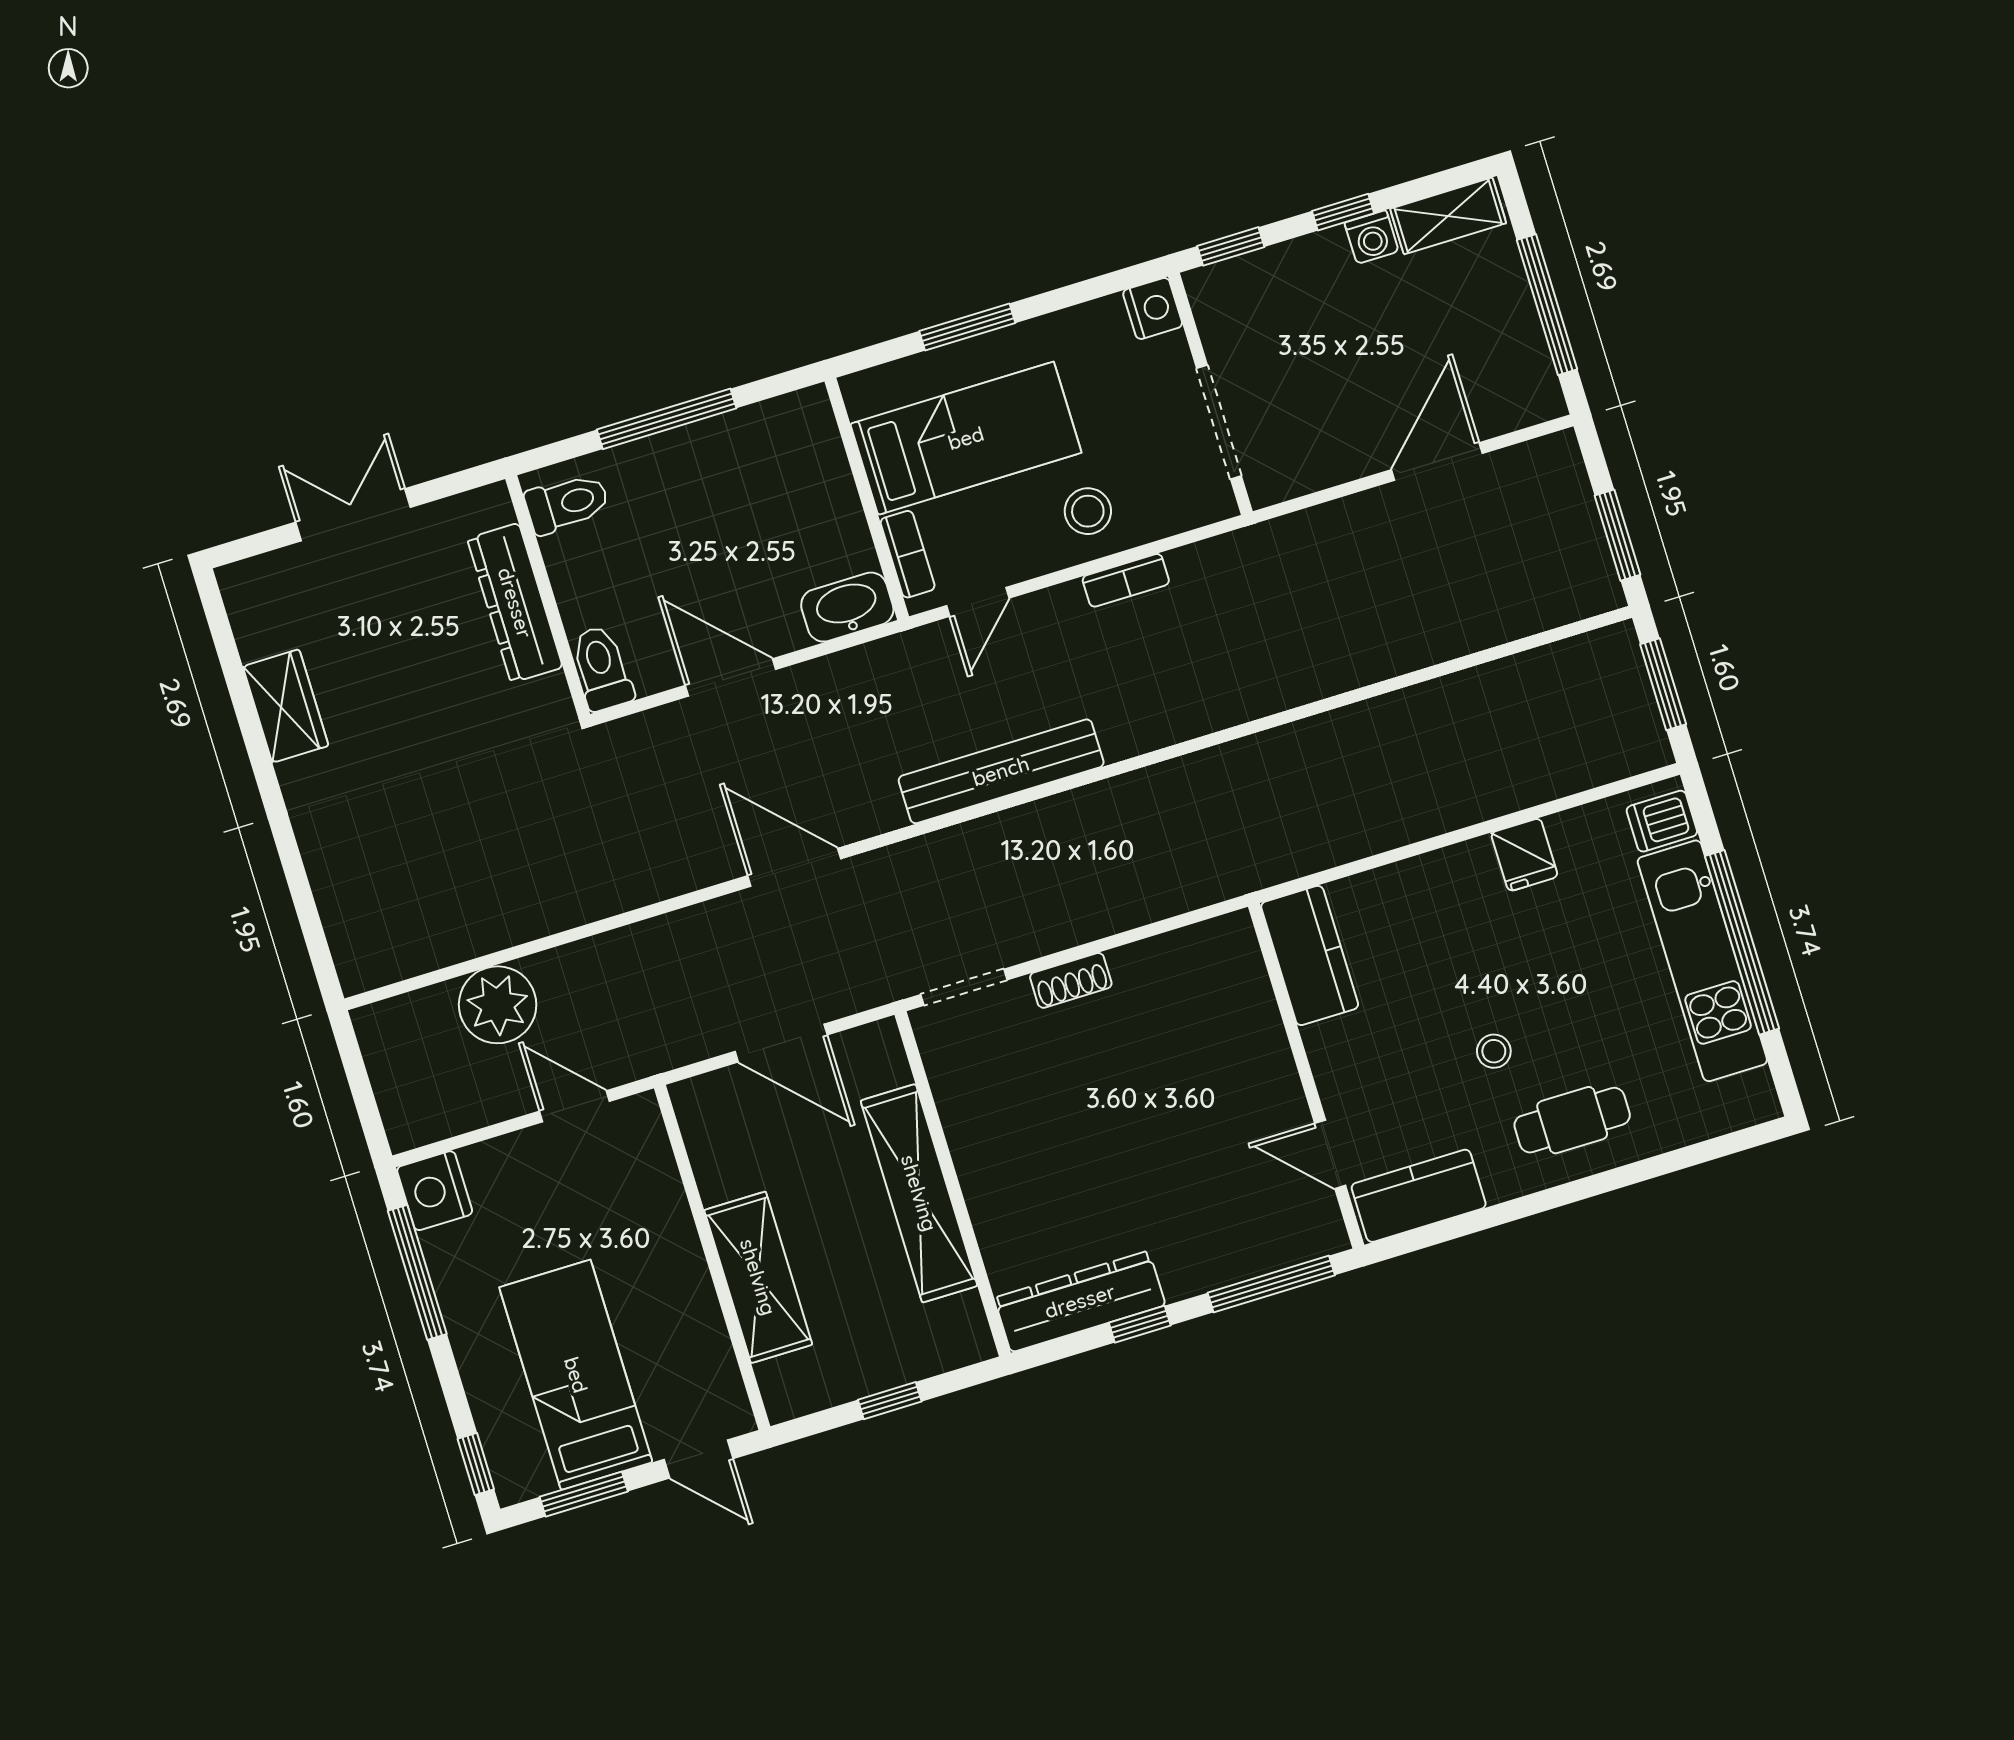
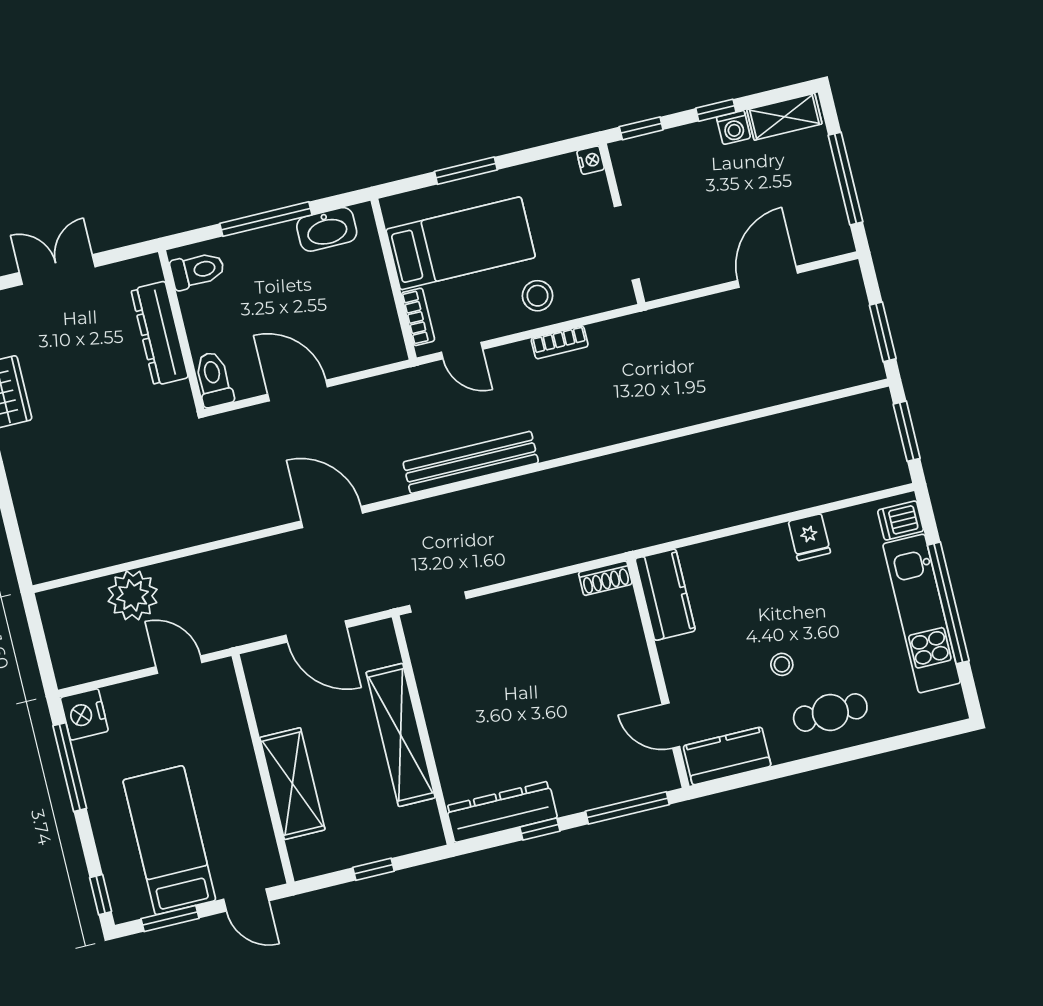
nightstand: (1153, 308) -> (591, 160), width x0.72, depth x0.74
door: (978, 602) -> (462, 351), hinge flipped
washbasin: (847, 607) -> (327, 229), moved, turned 180
shoe rack: (1071, 980) -> (605, 578), moved

